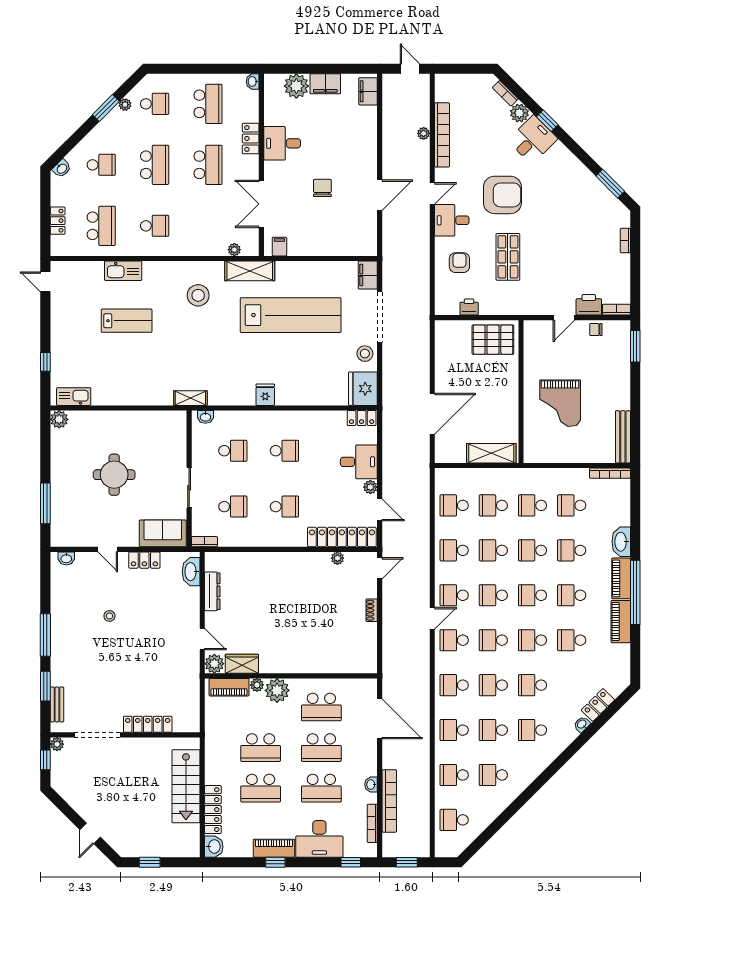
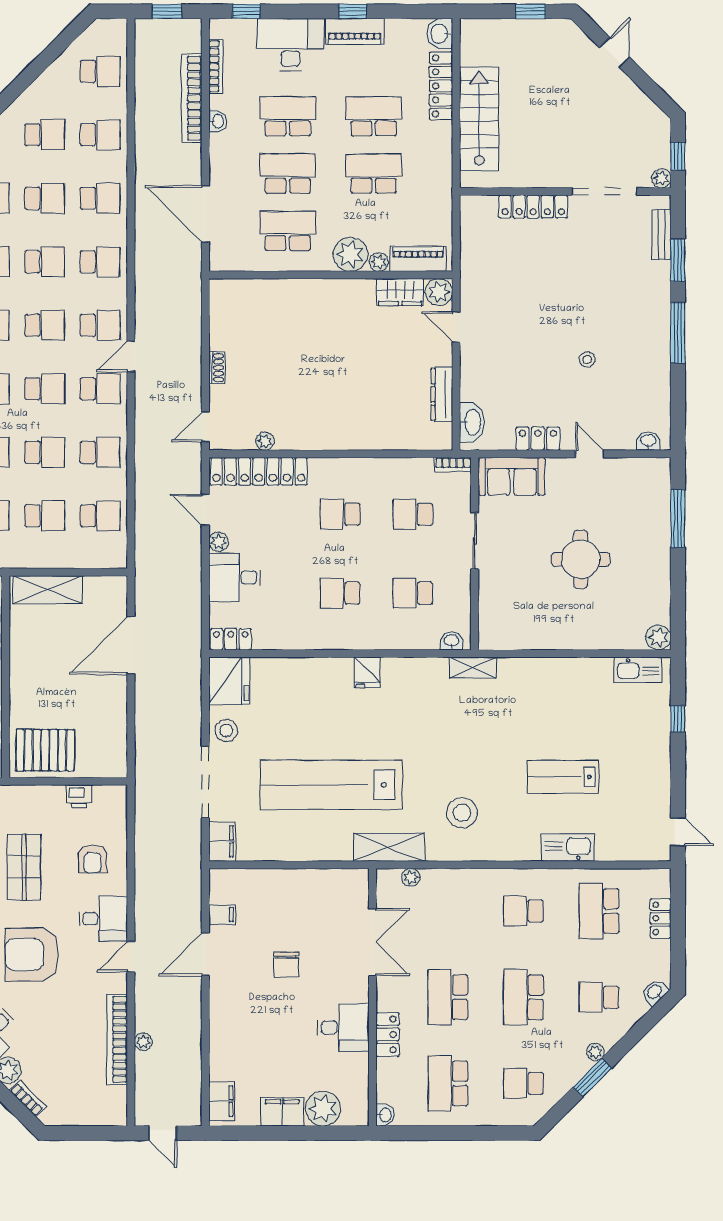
plant: (125, 105) -> (596, 1052), moved
filing cabinet: (279, 247) -> (222, 915), moved, turned -90

